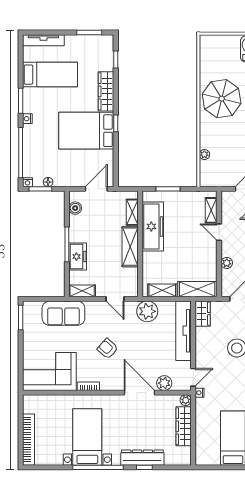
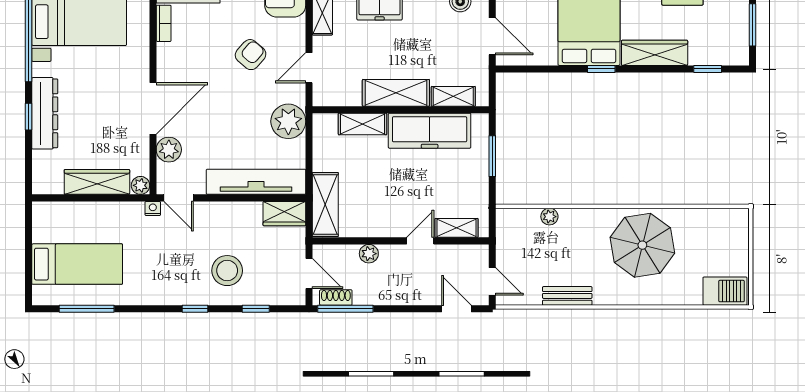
shelving: (162, 290) -> (363, 124), moved, turned 90
armchair: (108, 349) -> (251, 55), moved

